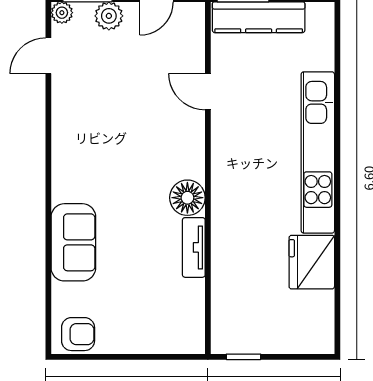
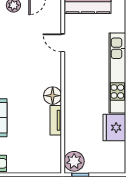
plant: (231, 330) -> (74, 161), added

